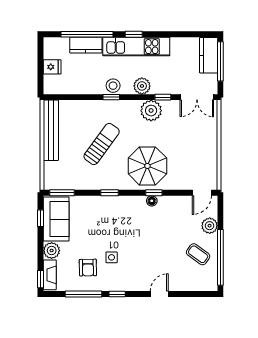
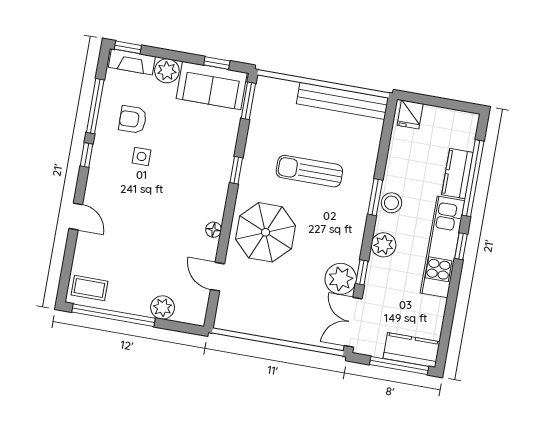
fridge: (52, 67) -> (410, 114), moved
window: (111, 97) -> (375, 197), width x1.50
plant: (151, 111) -> (341, 279), moved
sun lounger: (102, 144) -> (309, 171), turned 144
window: (154, 193) -> (225, 235), removed
door: (202, 193) -> (217, 277), moved
coffee table: (198, 254) -> (89, 288), moved, turned 54

